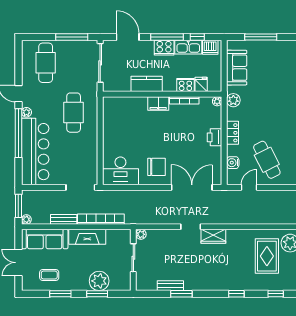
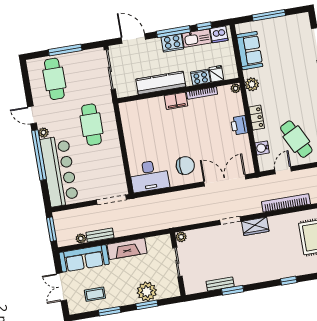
window: (72, 37) -> (65, 50), moved
kitchen counter: (147, 84) -> (161, 83), width x1.50
plant: (26, 219) -> (81, 238), moved
bookcase: (101, 219) -> (286, 203), moved

